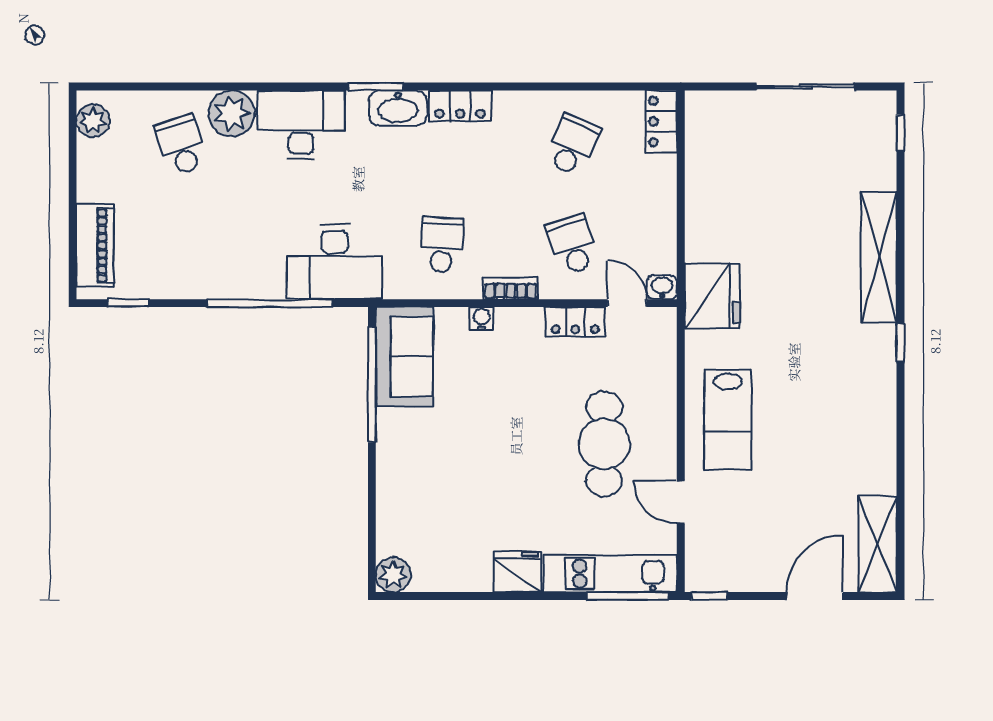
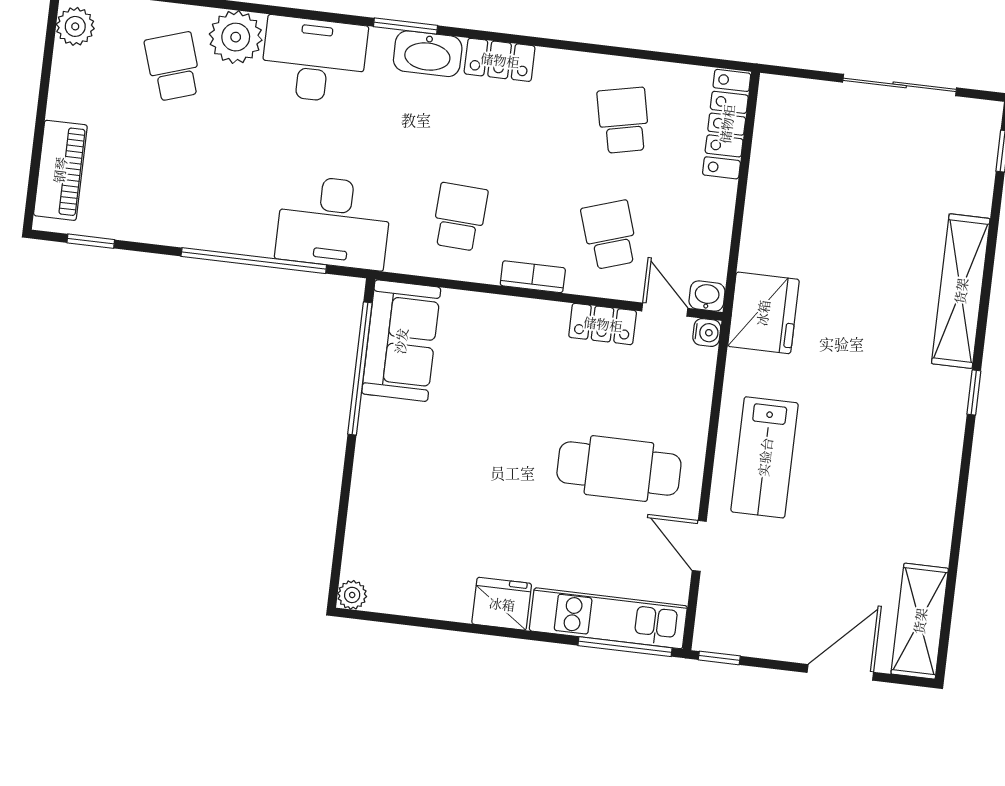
locker: (661, 121) -> (727, 124), width x1.53
school desk: (572, 145) -> (623, 120), turned -36
water cooler: (482, 318) -> (707, 332), moved, turned 90
cafe table: (604, 444) -> (619, 469), turned 90
plant: (393, 575) -> (352, 595), width x0.73, depth x0.73

